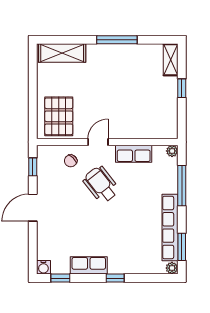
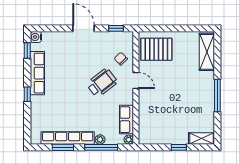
row of seats: (134, 154) -> (126, 120), moved
window: (182, 247) -> (63, 147), moved
row of seats: (89, 265) -> (37, 73), width x1.48
plant: (172, 268) -> (100, 139), moved

